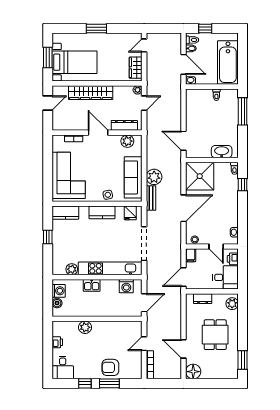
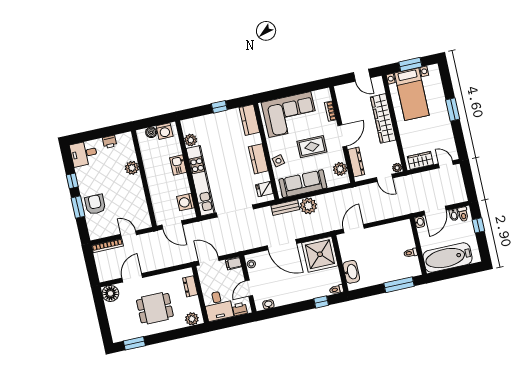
rug: (102, 162) -> (312, 147), added

